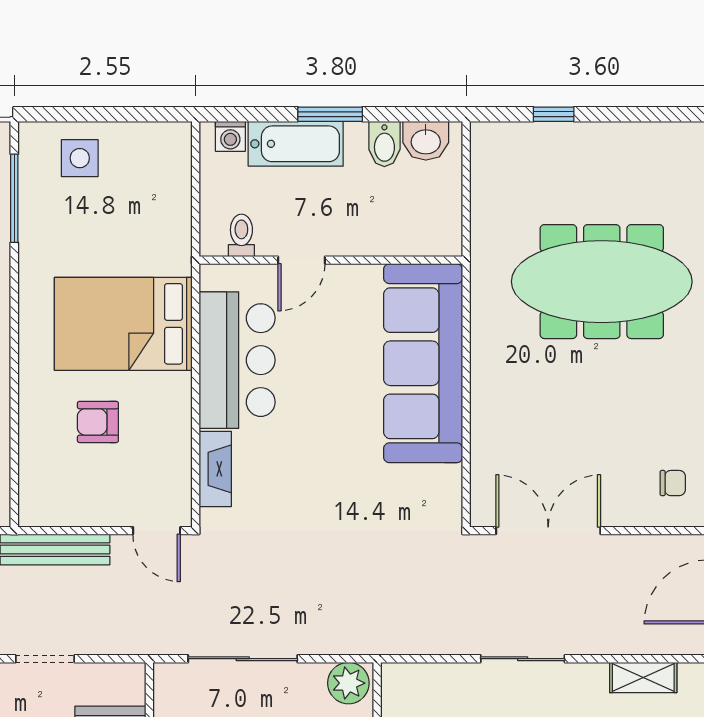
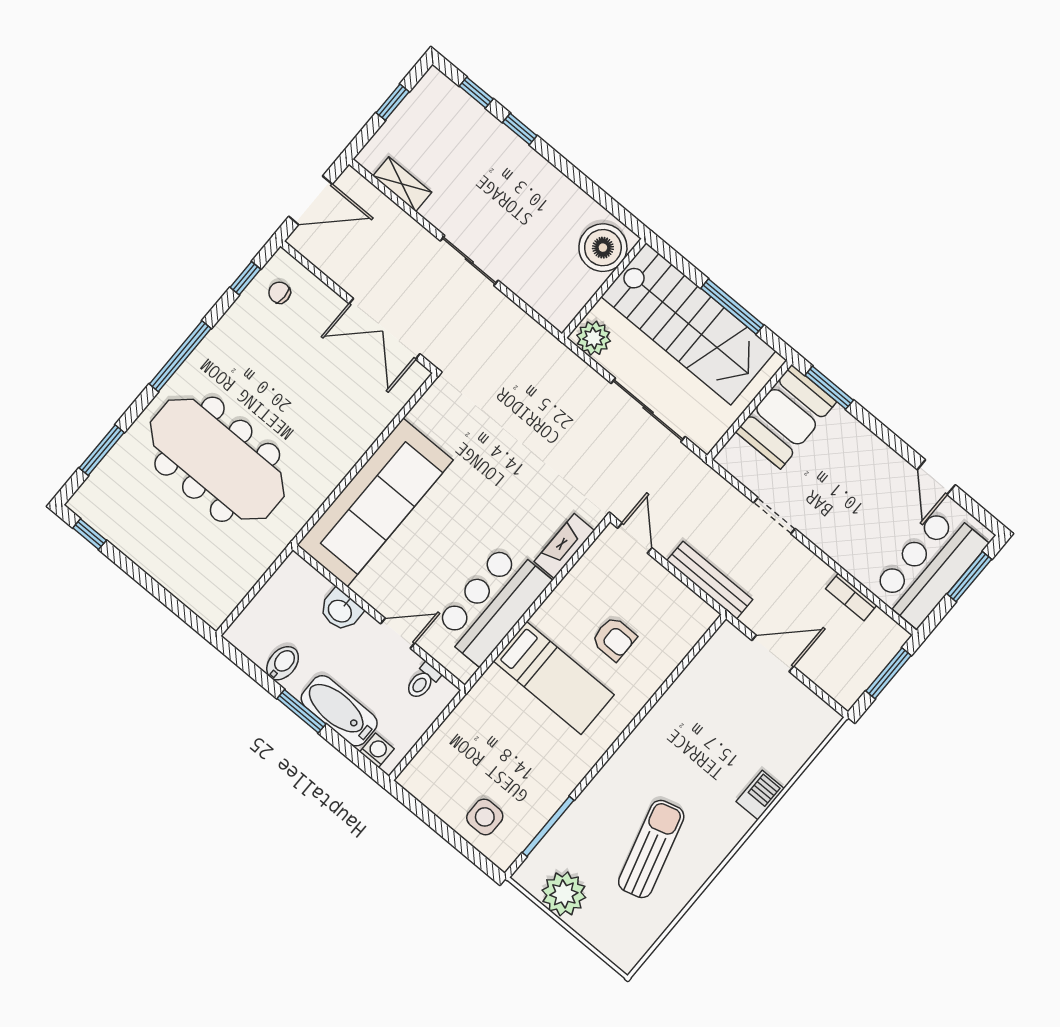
window: (554, 114) -> (90, 534), moved
washbasin: (426, 141) -> (340, 610), moved, turned 180
bed: (123, 324) -> (554, 678), width x0.67

